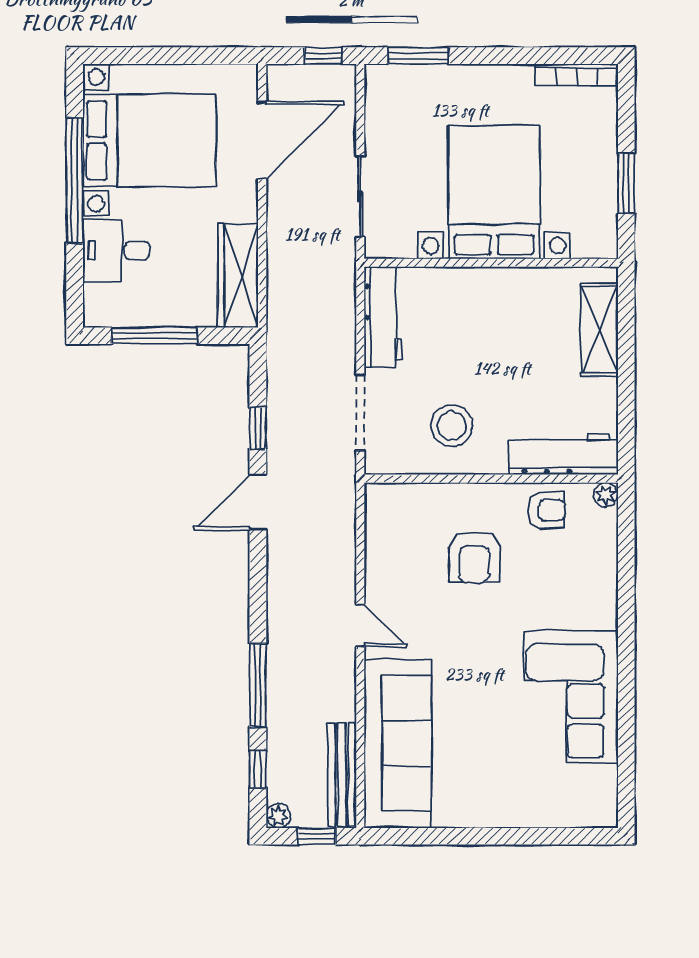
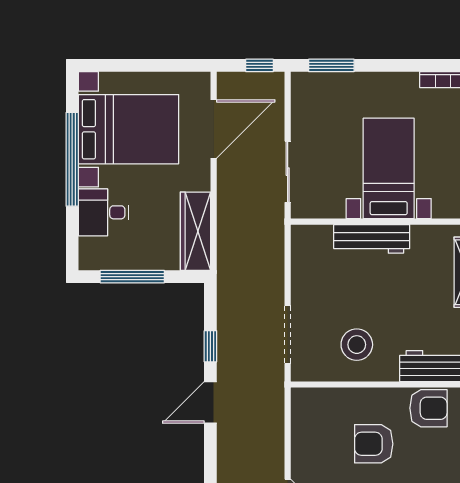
bed with nightstands: (494, 192) -> (389, 168), width x0.73
workbench: (383, 317) -> (372, 239), moved, turned 90
armchair: (547, 510) -> (428, 408), width x1.38, depth x1.38
armchair: (474, 557) -> (374, 444), turned 90

